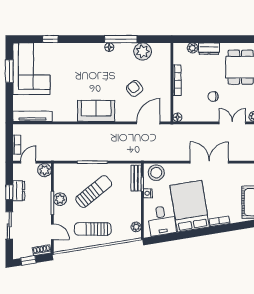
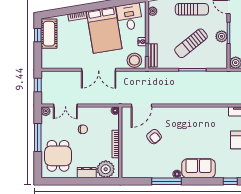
plant: (192, 48) -> (106, 169), width x1.88, depth x1.88
plant: (143, 51) -> (147, 170), removed
sofa: (96, 111) -> (199, 168), moved, turned 180
double door: (209, 162) -> (99, 70), moved

